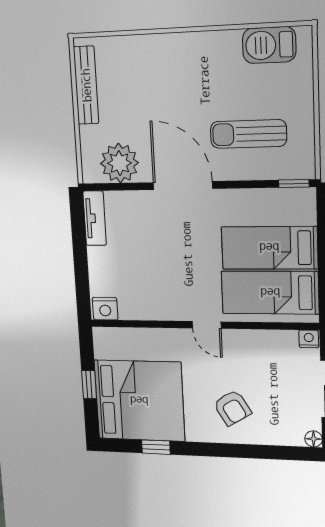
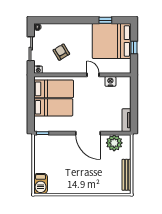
barbecue: (269, 45) -> (41, 184), moved, turned 90
sun lounger: (248, 134) -> (60, 153), removed
nightstand: (105, 309) -> (110, 81), moved
door: (207, 325) -> (93, 75), moved
armchair: (232, 408) -> (61, 52), moved

